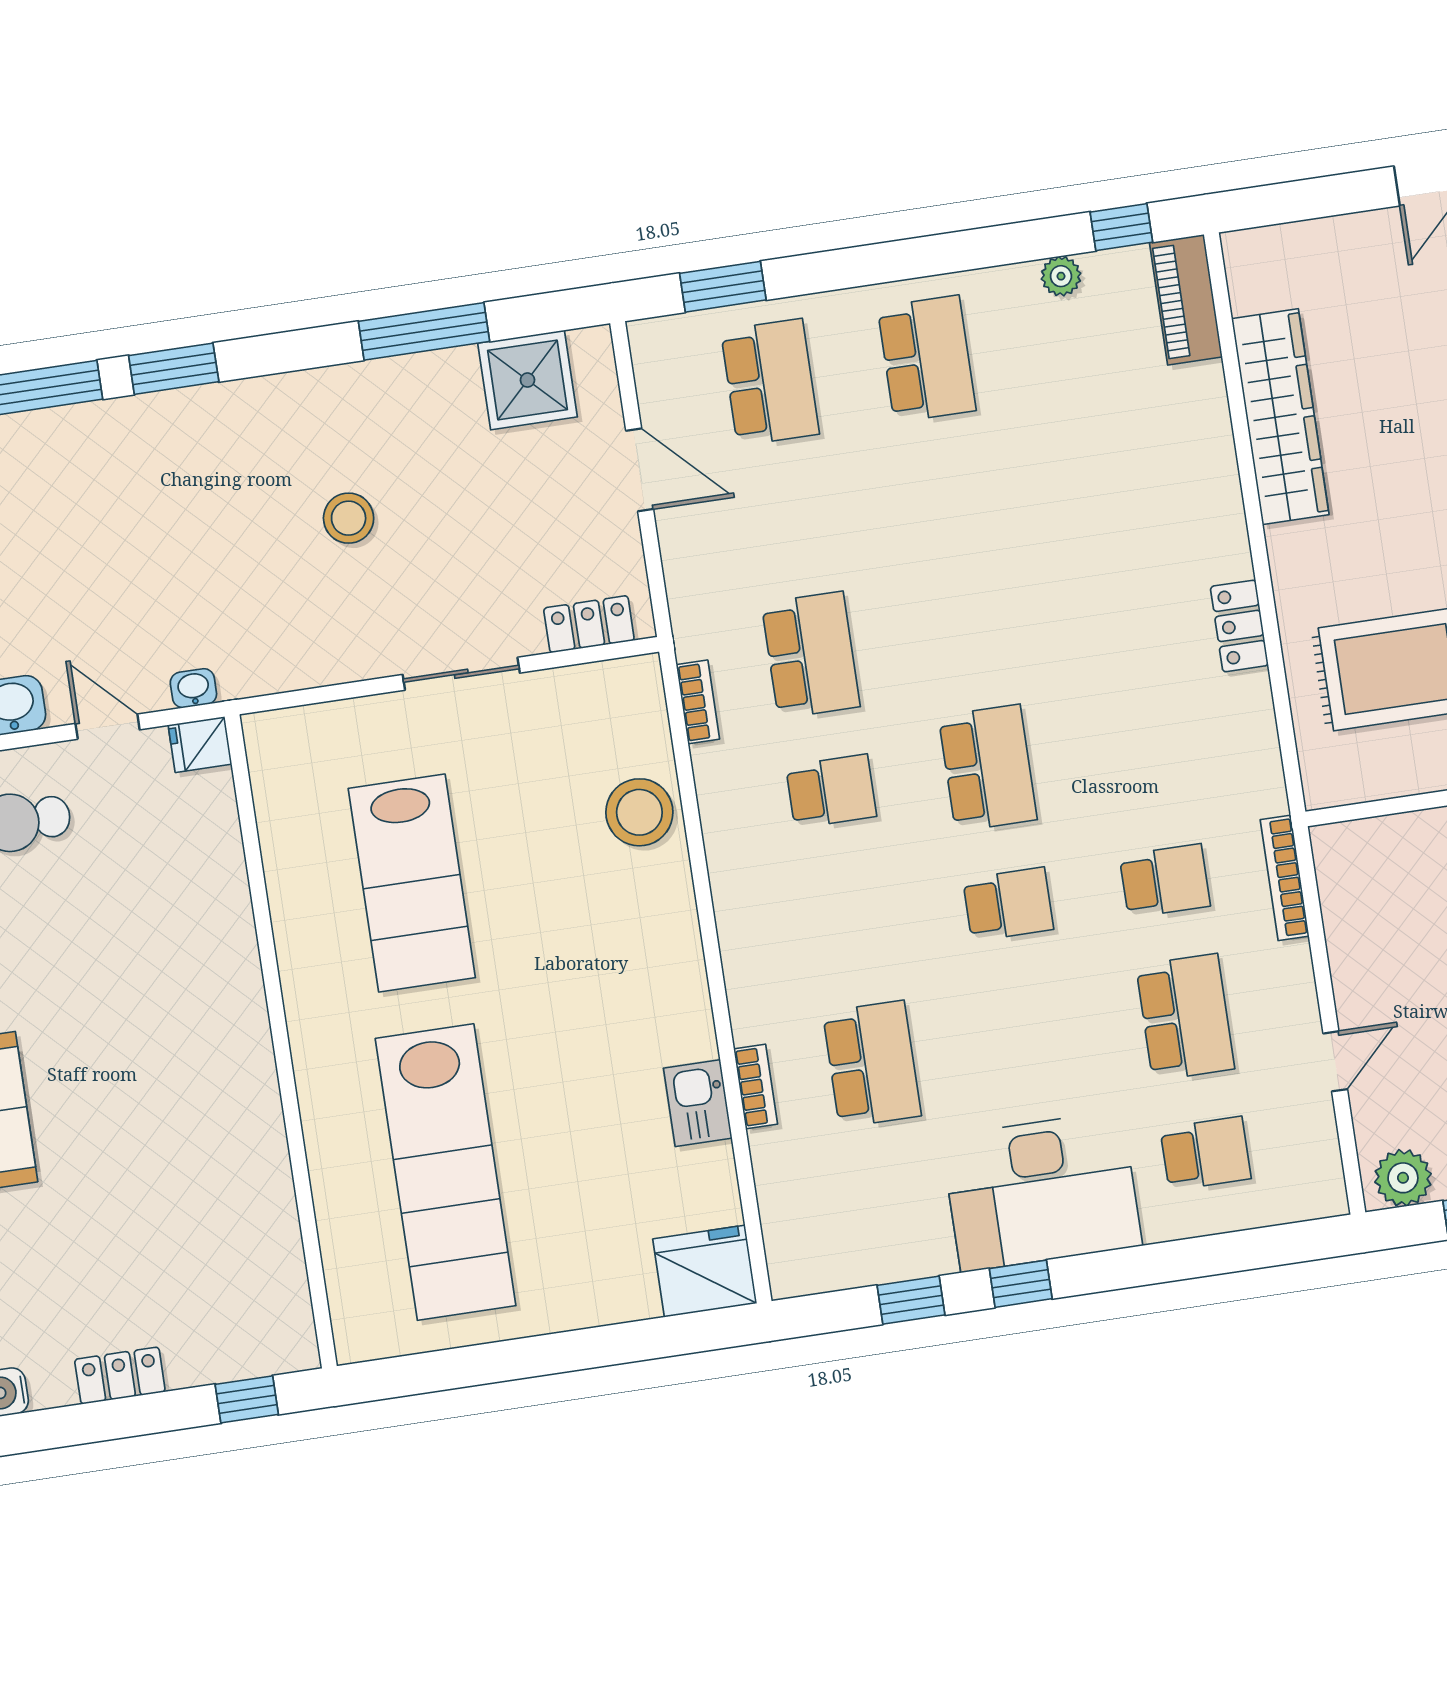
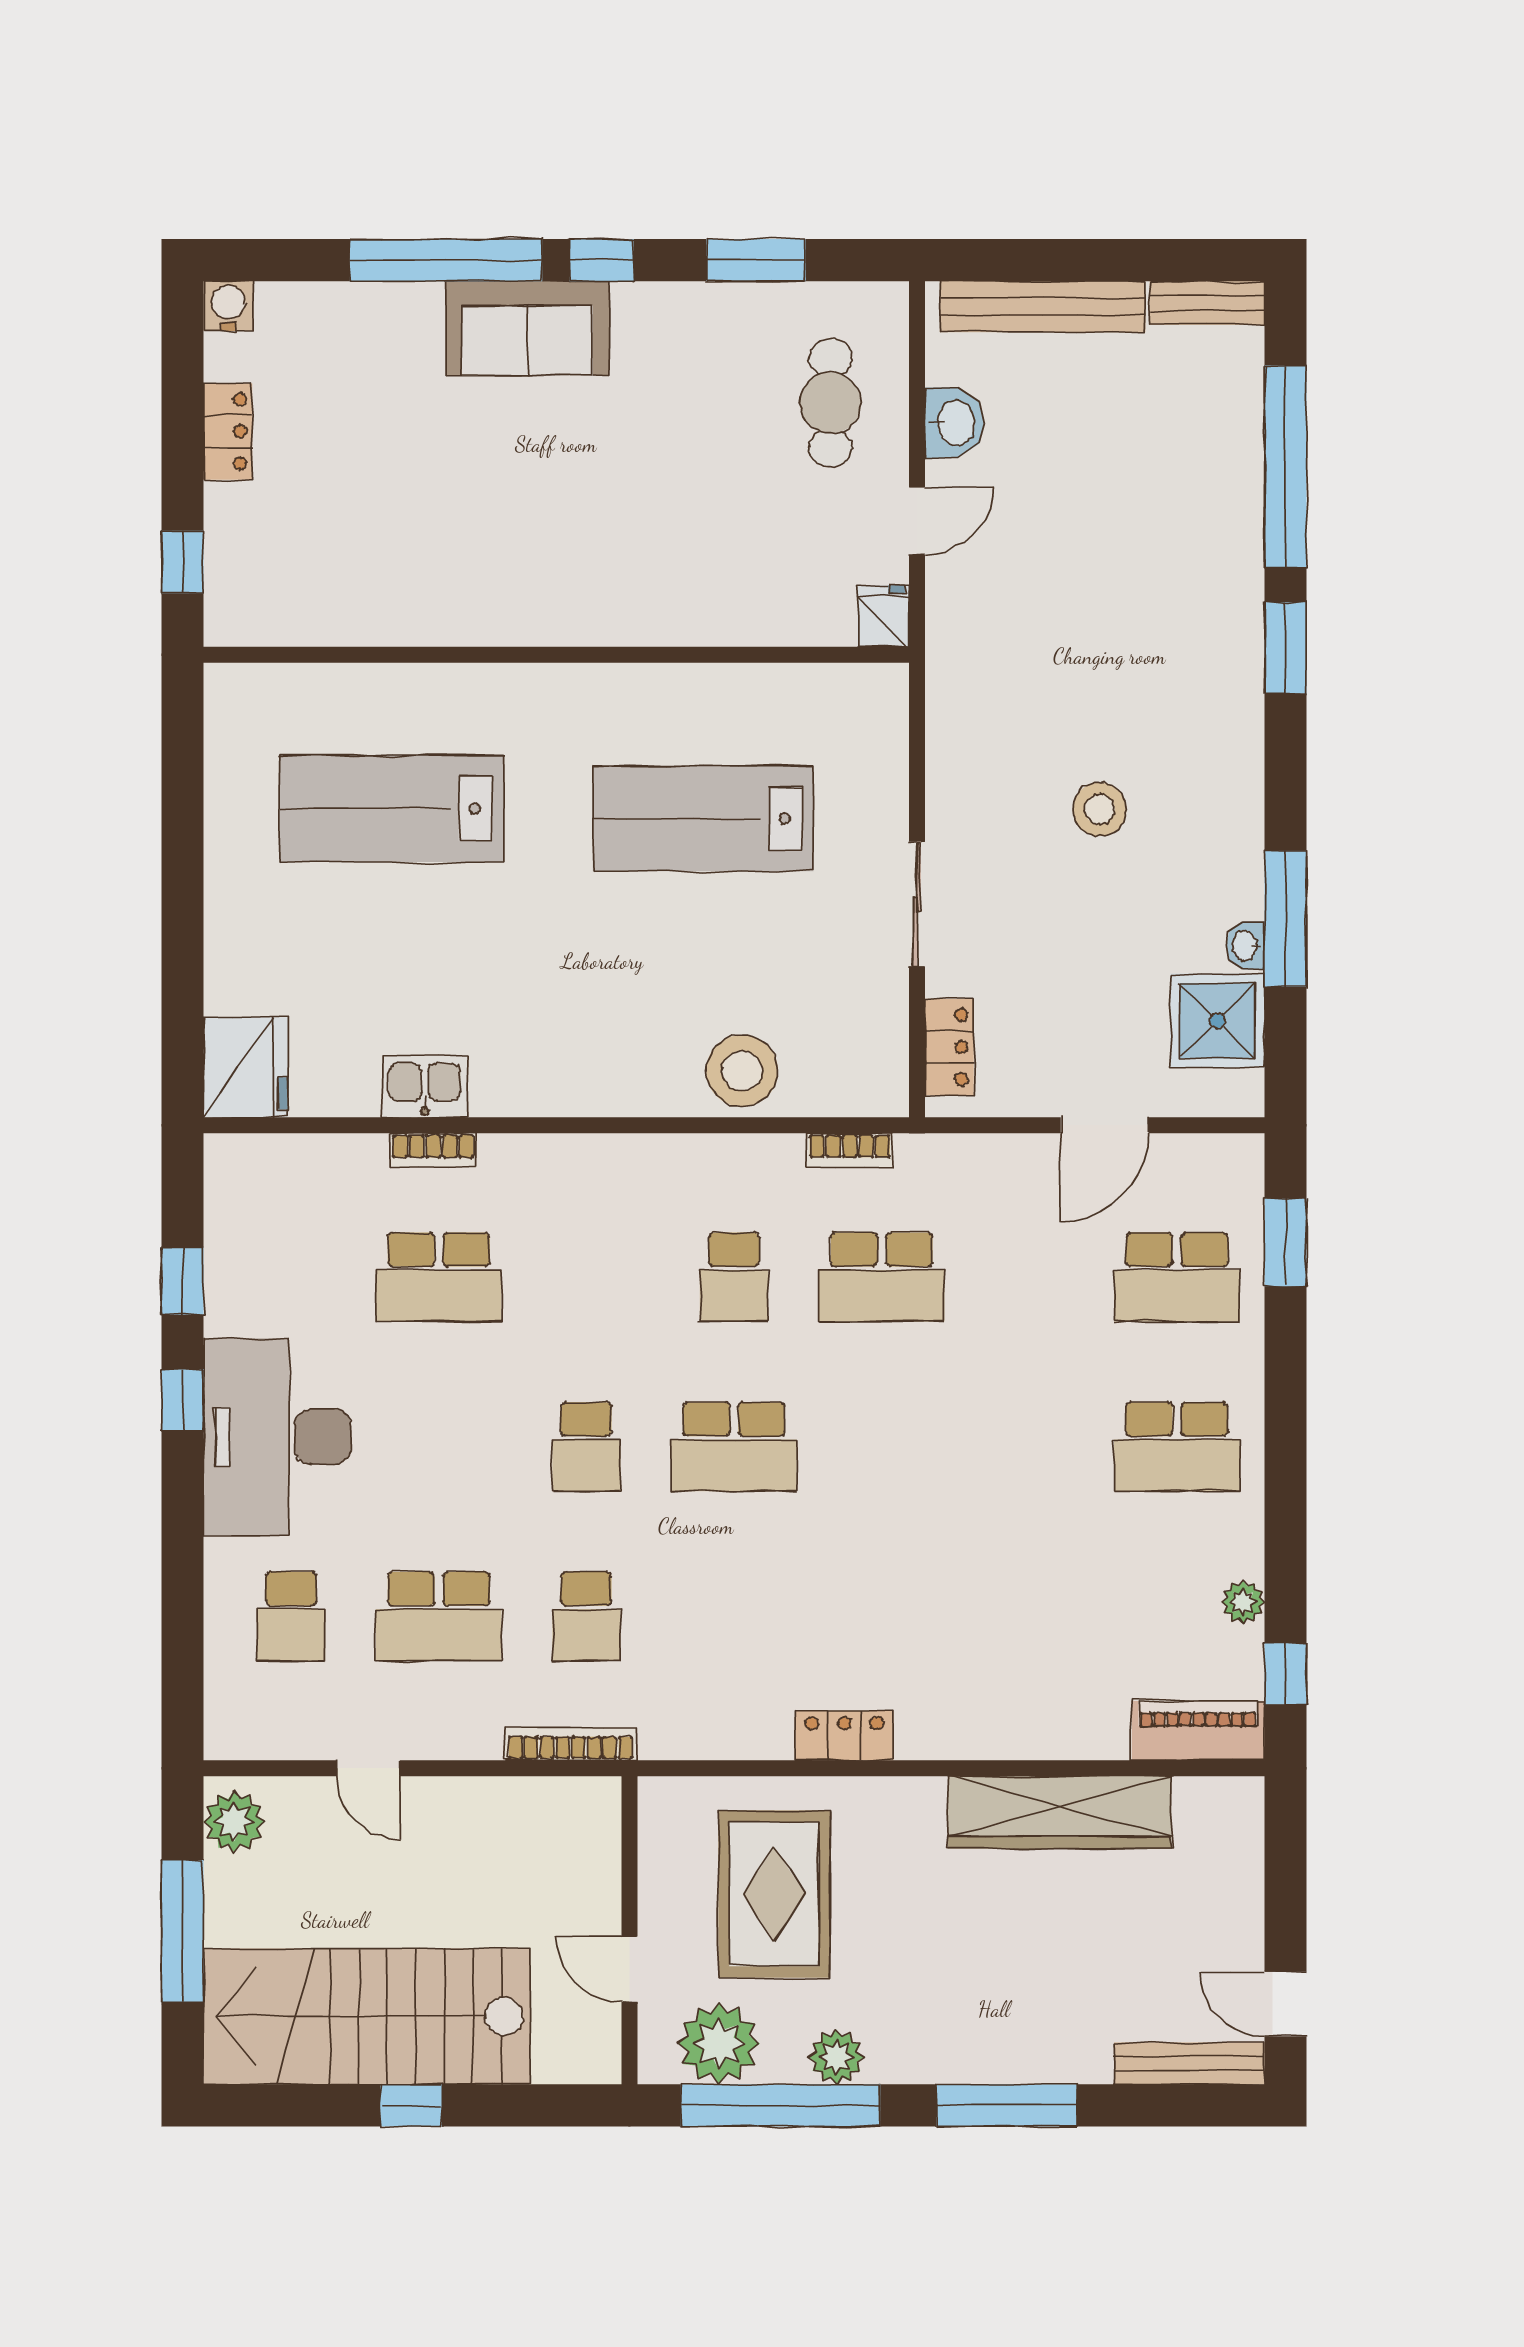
washbasin: (193, 688) -> (1245, 946), moved, turned 180
lab bench: (446, 1172) -> (392, 809), width x0.73

